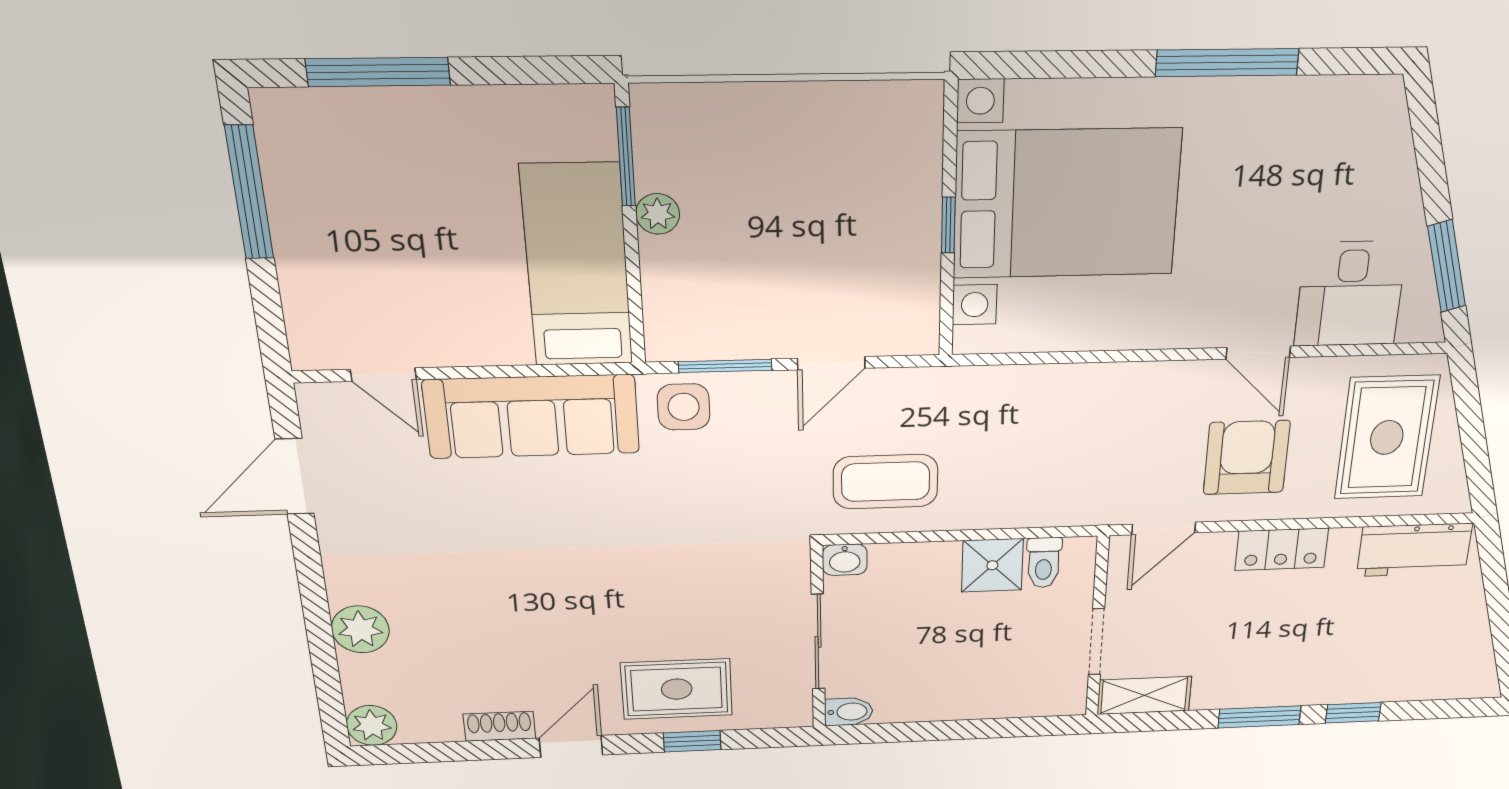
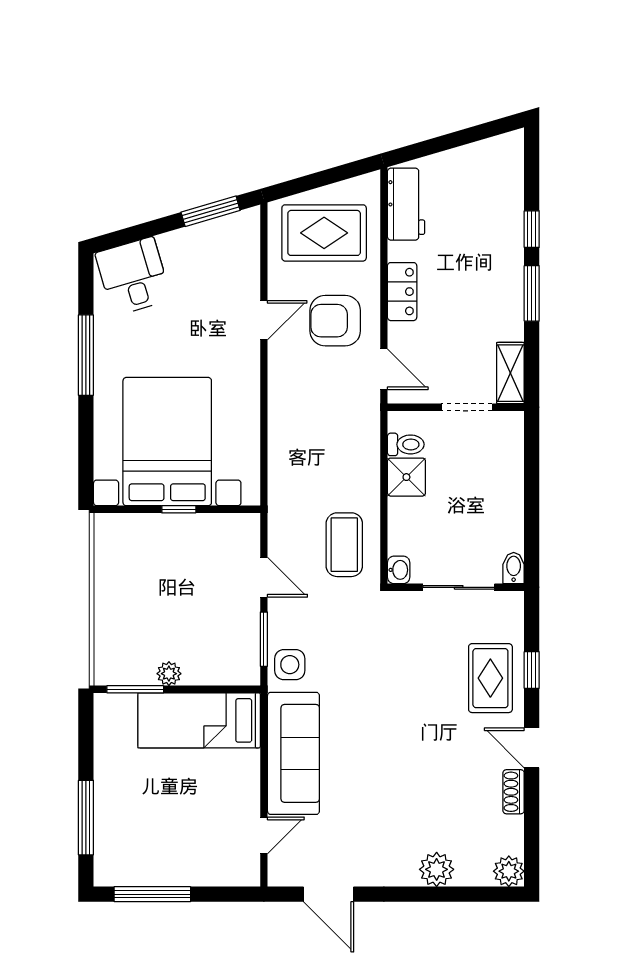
desk: (1350, 294) -> (133, 276), moved, turned -106

